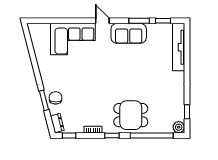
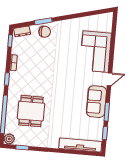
dining table: (131, 115) -> (31, 111), moved

